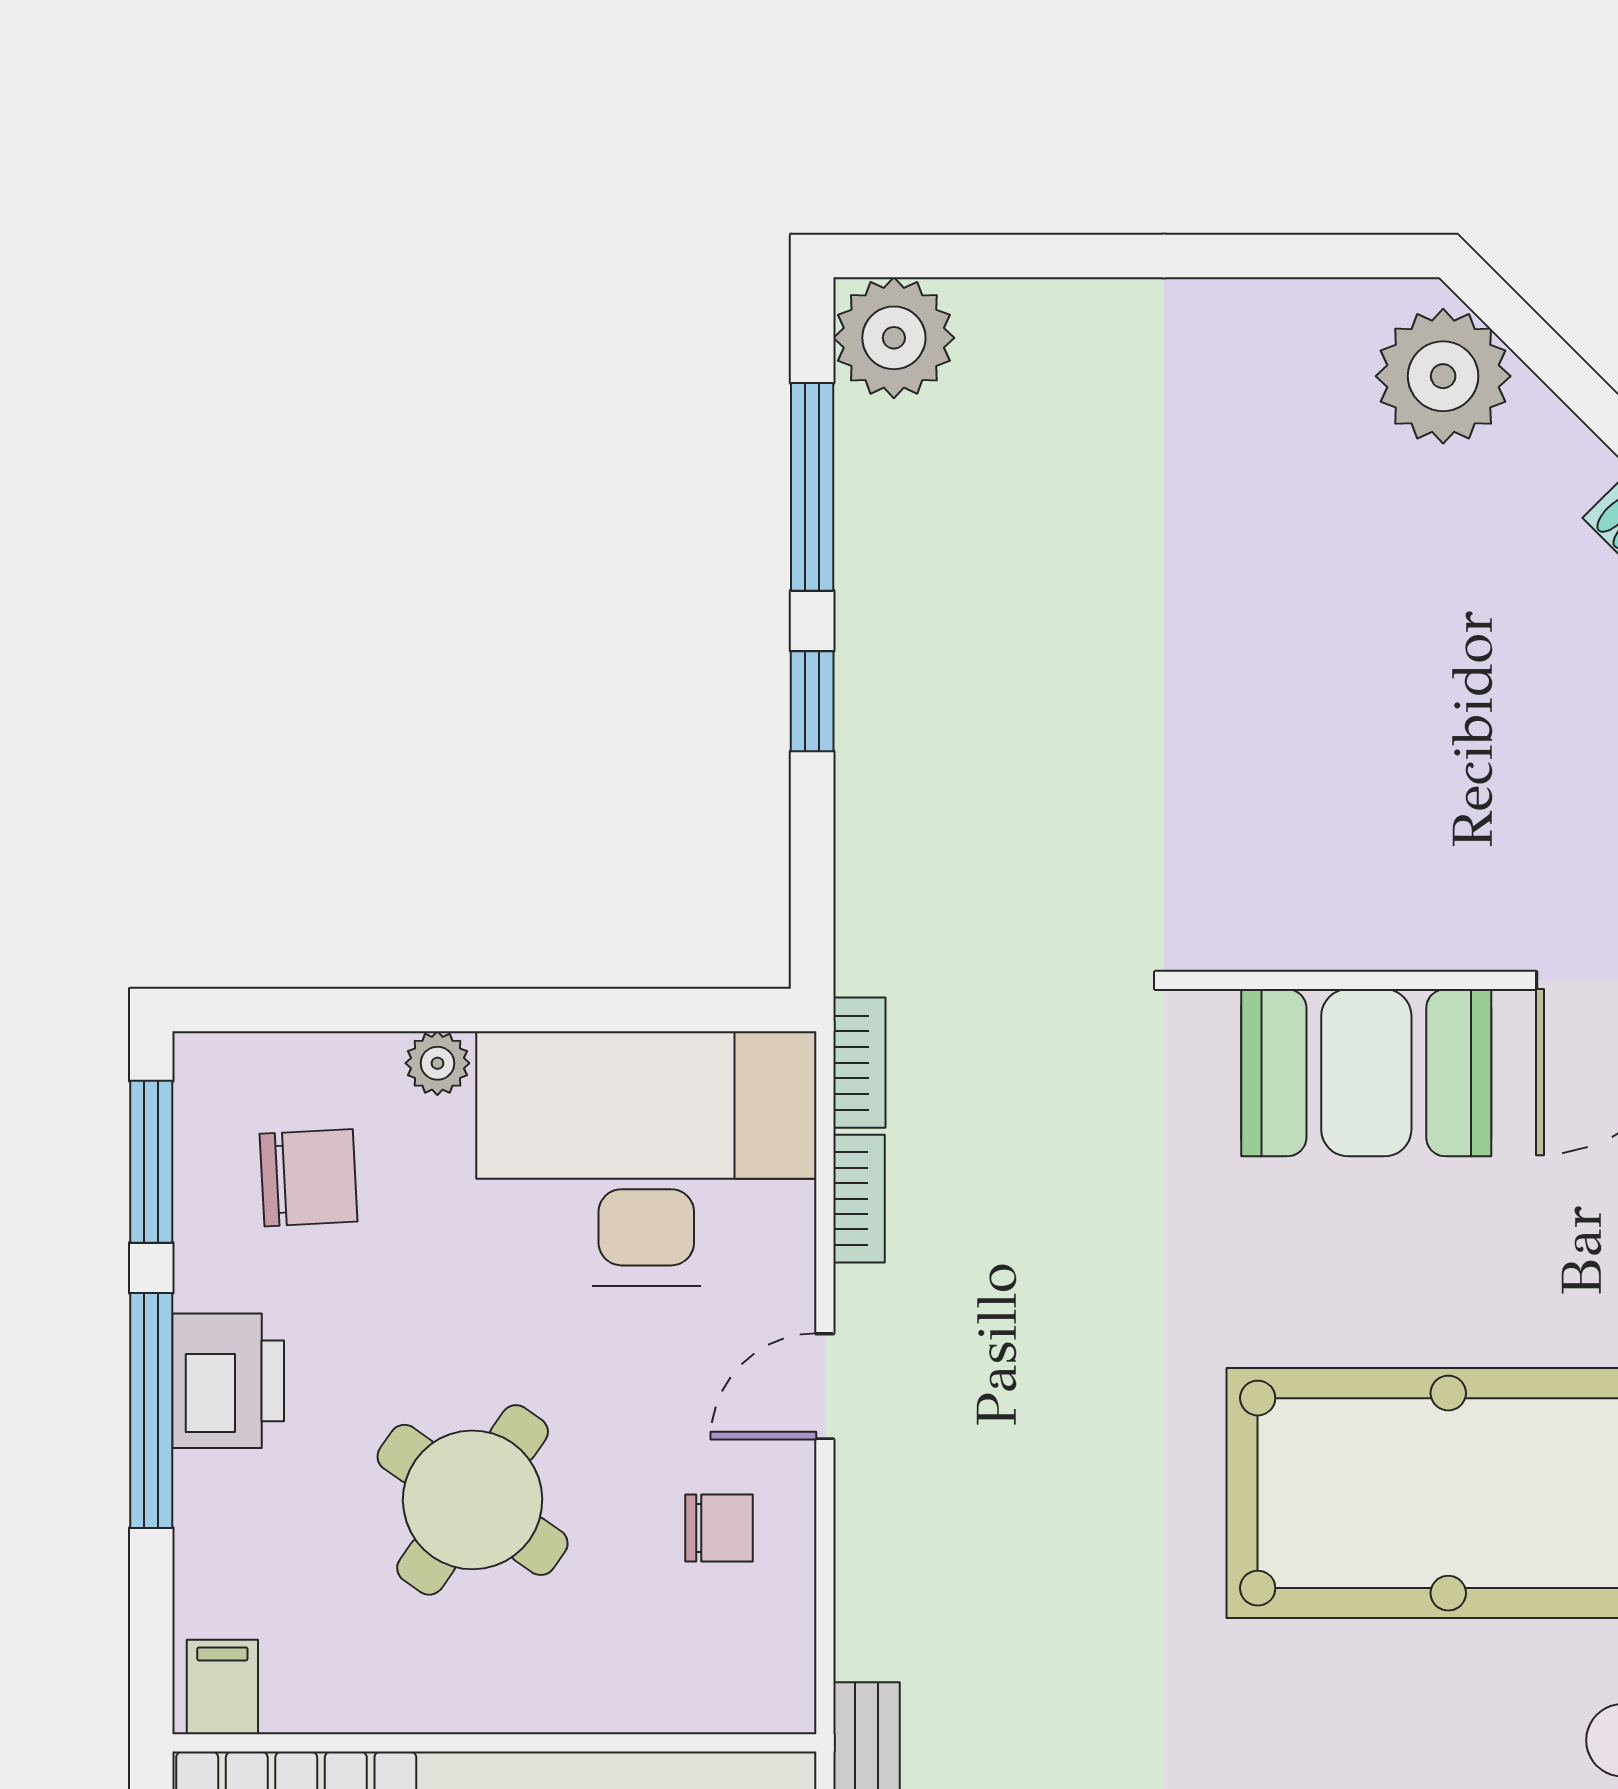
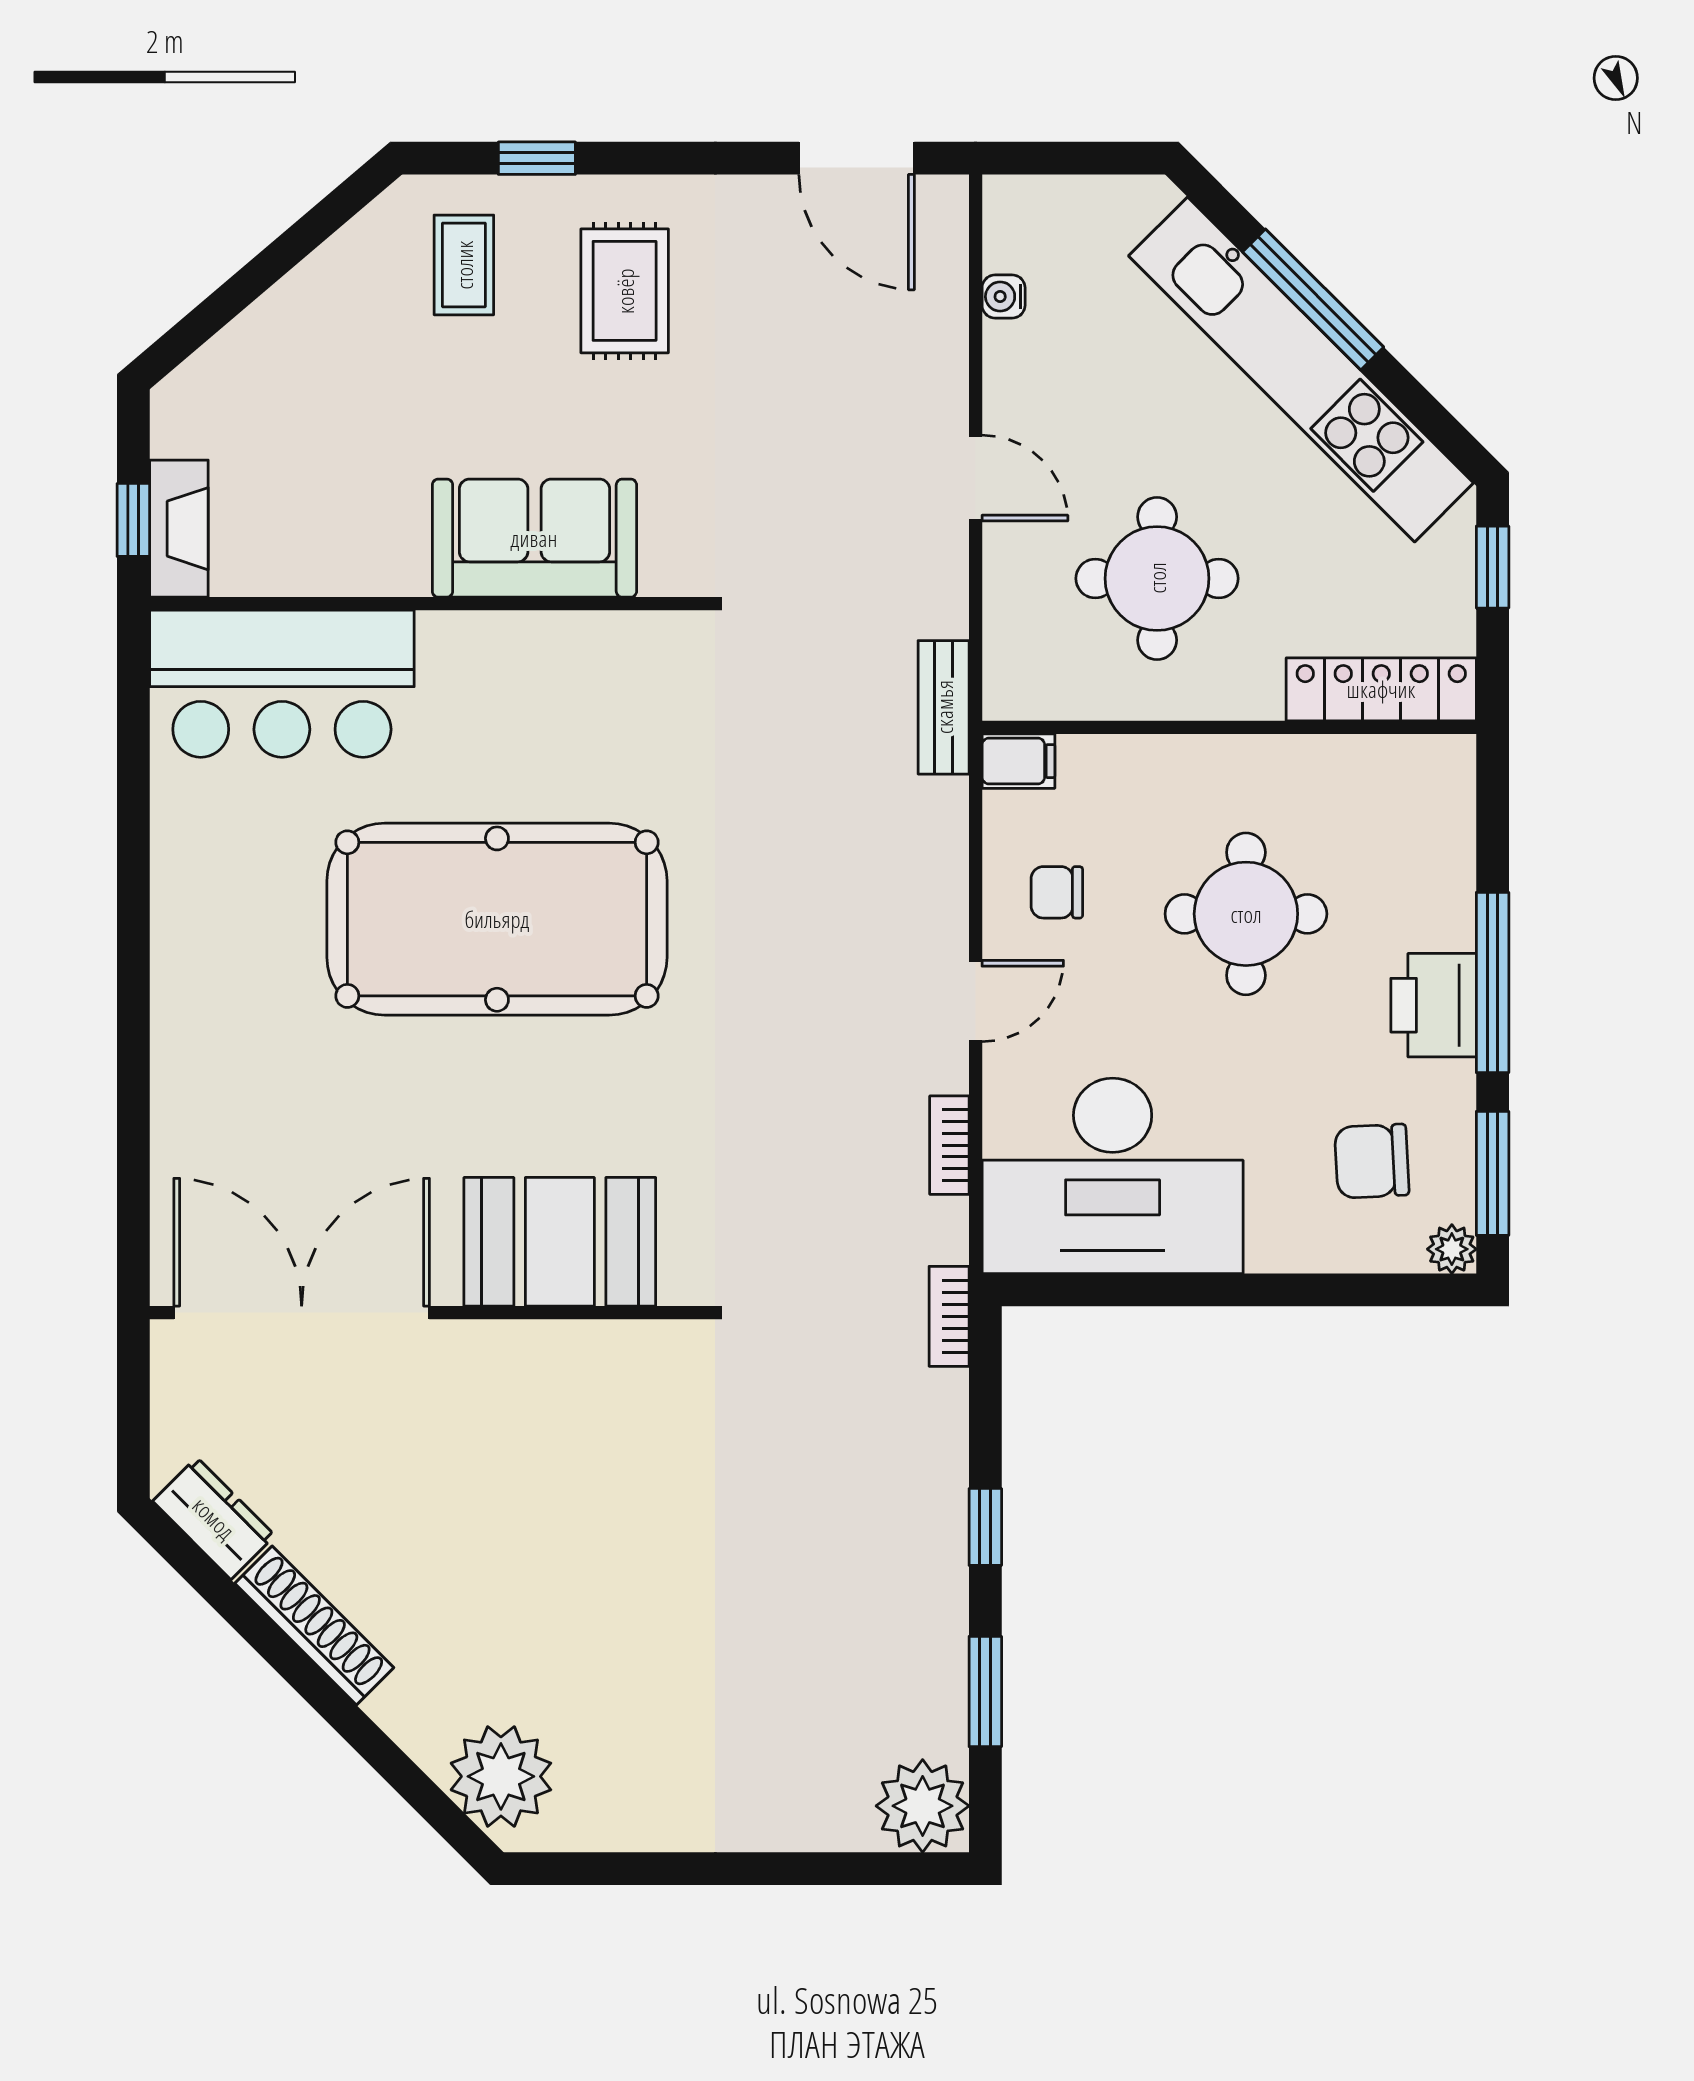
window: (812, 487) -> (985, 1692), width x0.69
plant: (437, 1063) -> (1452, 1249), moved
bookcase: (859, 1063) -> (949, 1316), moved
round table: (473, 1500) -> (1246, 914), turned -35
filing cabinet: (222, 1687) -> (1018, 761), moved, turned -90

